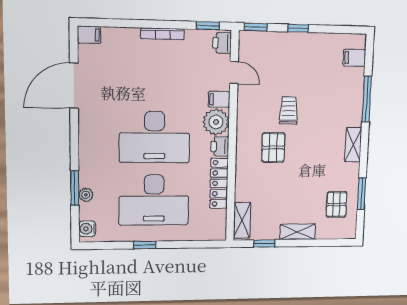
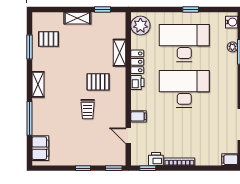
printer: (222, 43) -> (156, 159), moved, turned -90
filing cabinet: (354, 58) -> (40, 148), width x2.00
plant: (216, 122) -> (140, 26), moved
pallet: (273, 148) -> (98, 82), turned 90
locker: (219, 183) -> (137, 62), width x0.66
pallet: (337, 204) -> (49, 39), turned 90
shelving: (242, 220) -> (120, 53), moved

